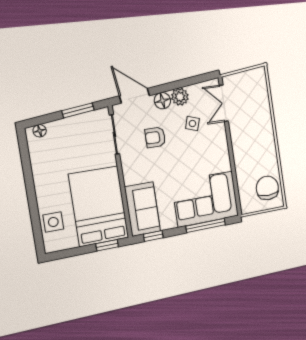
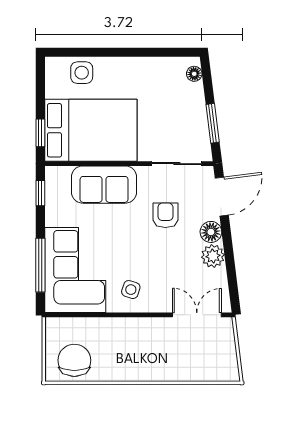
side table: (192, 124) -> (131, 290), moved
chair: (267, 188) -> (74, 360), turned -90
sofa: (142, 209) -> (104, 185), moved

